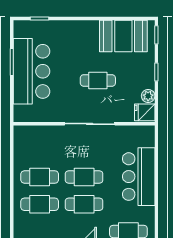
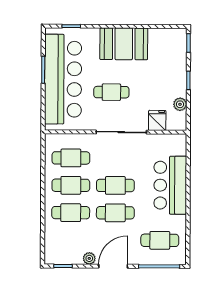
booth: (123, 36) -> (124, 44), moved
bar counter: (32, 71) -> (63, 79), width x1.36
cafe table: (98, 80) -> (111, 92), moved
fridge: (145, 112) -> (157, 120), moved, turned 90
cafe table: (40, 150) -> (71, 158), added

